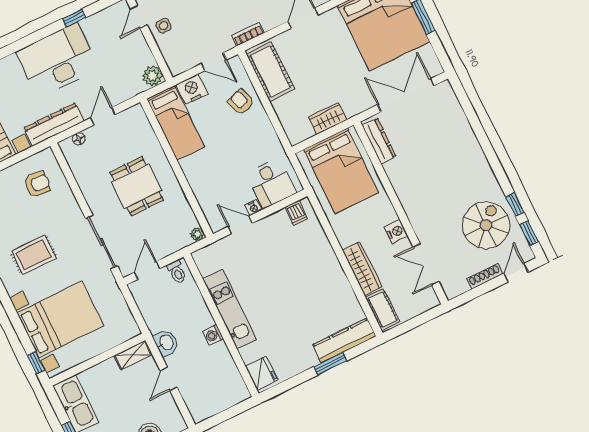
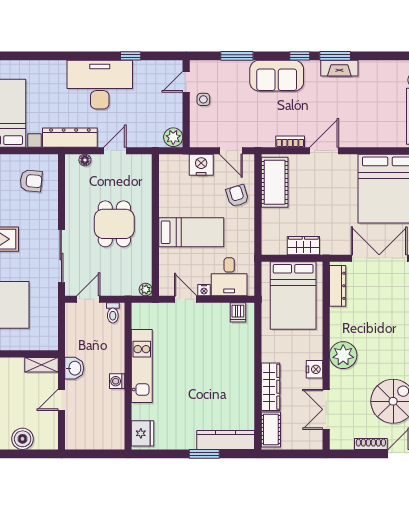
bookcase: (248, 34) -> (290, 142), moved
bed: (176, 123) -> (191, 232), moved, turned -90
plant: (417, 205) -> (343, 355), added

